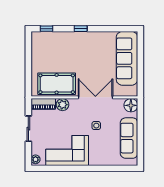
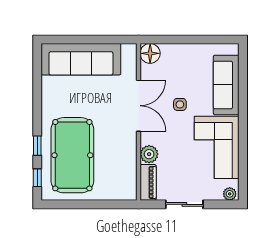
window: (81, 29) -> (37, 146), moved
pool table: (57, 84) -> (72, 155), moved, width x1.36, depth x1.32
double door: (95, 97) -> (138, 106), swing flipped
sofa: (129, 138) -> (226, 85), moved, turned 90

